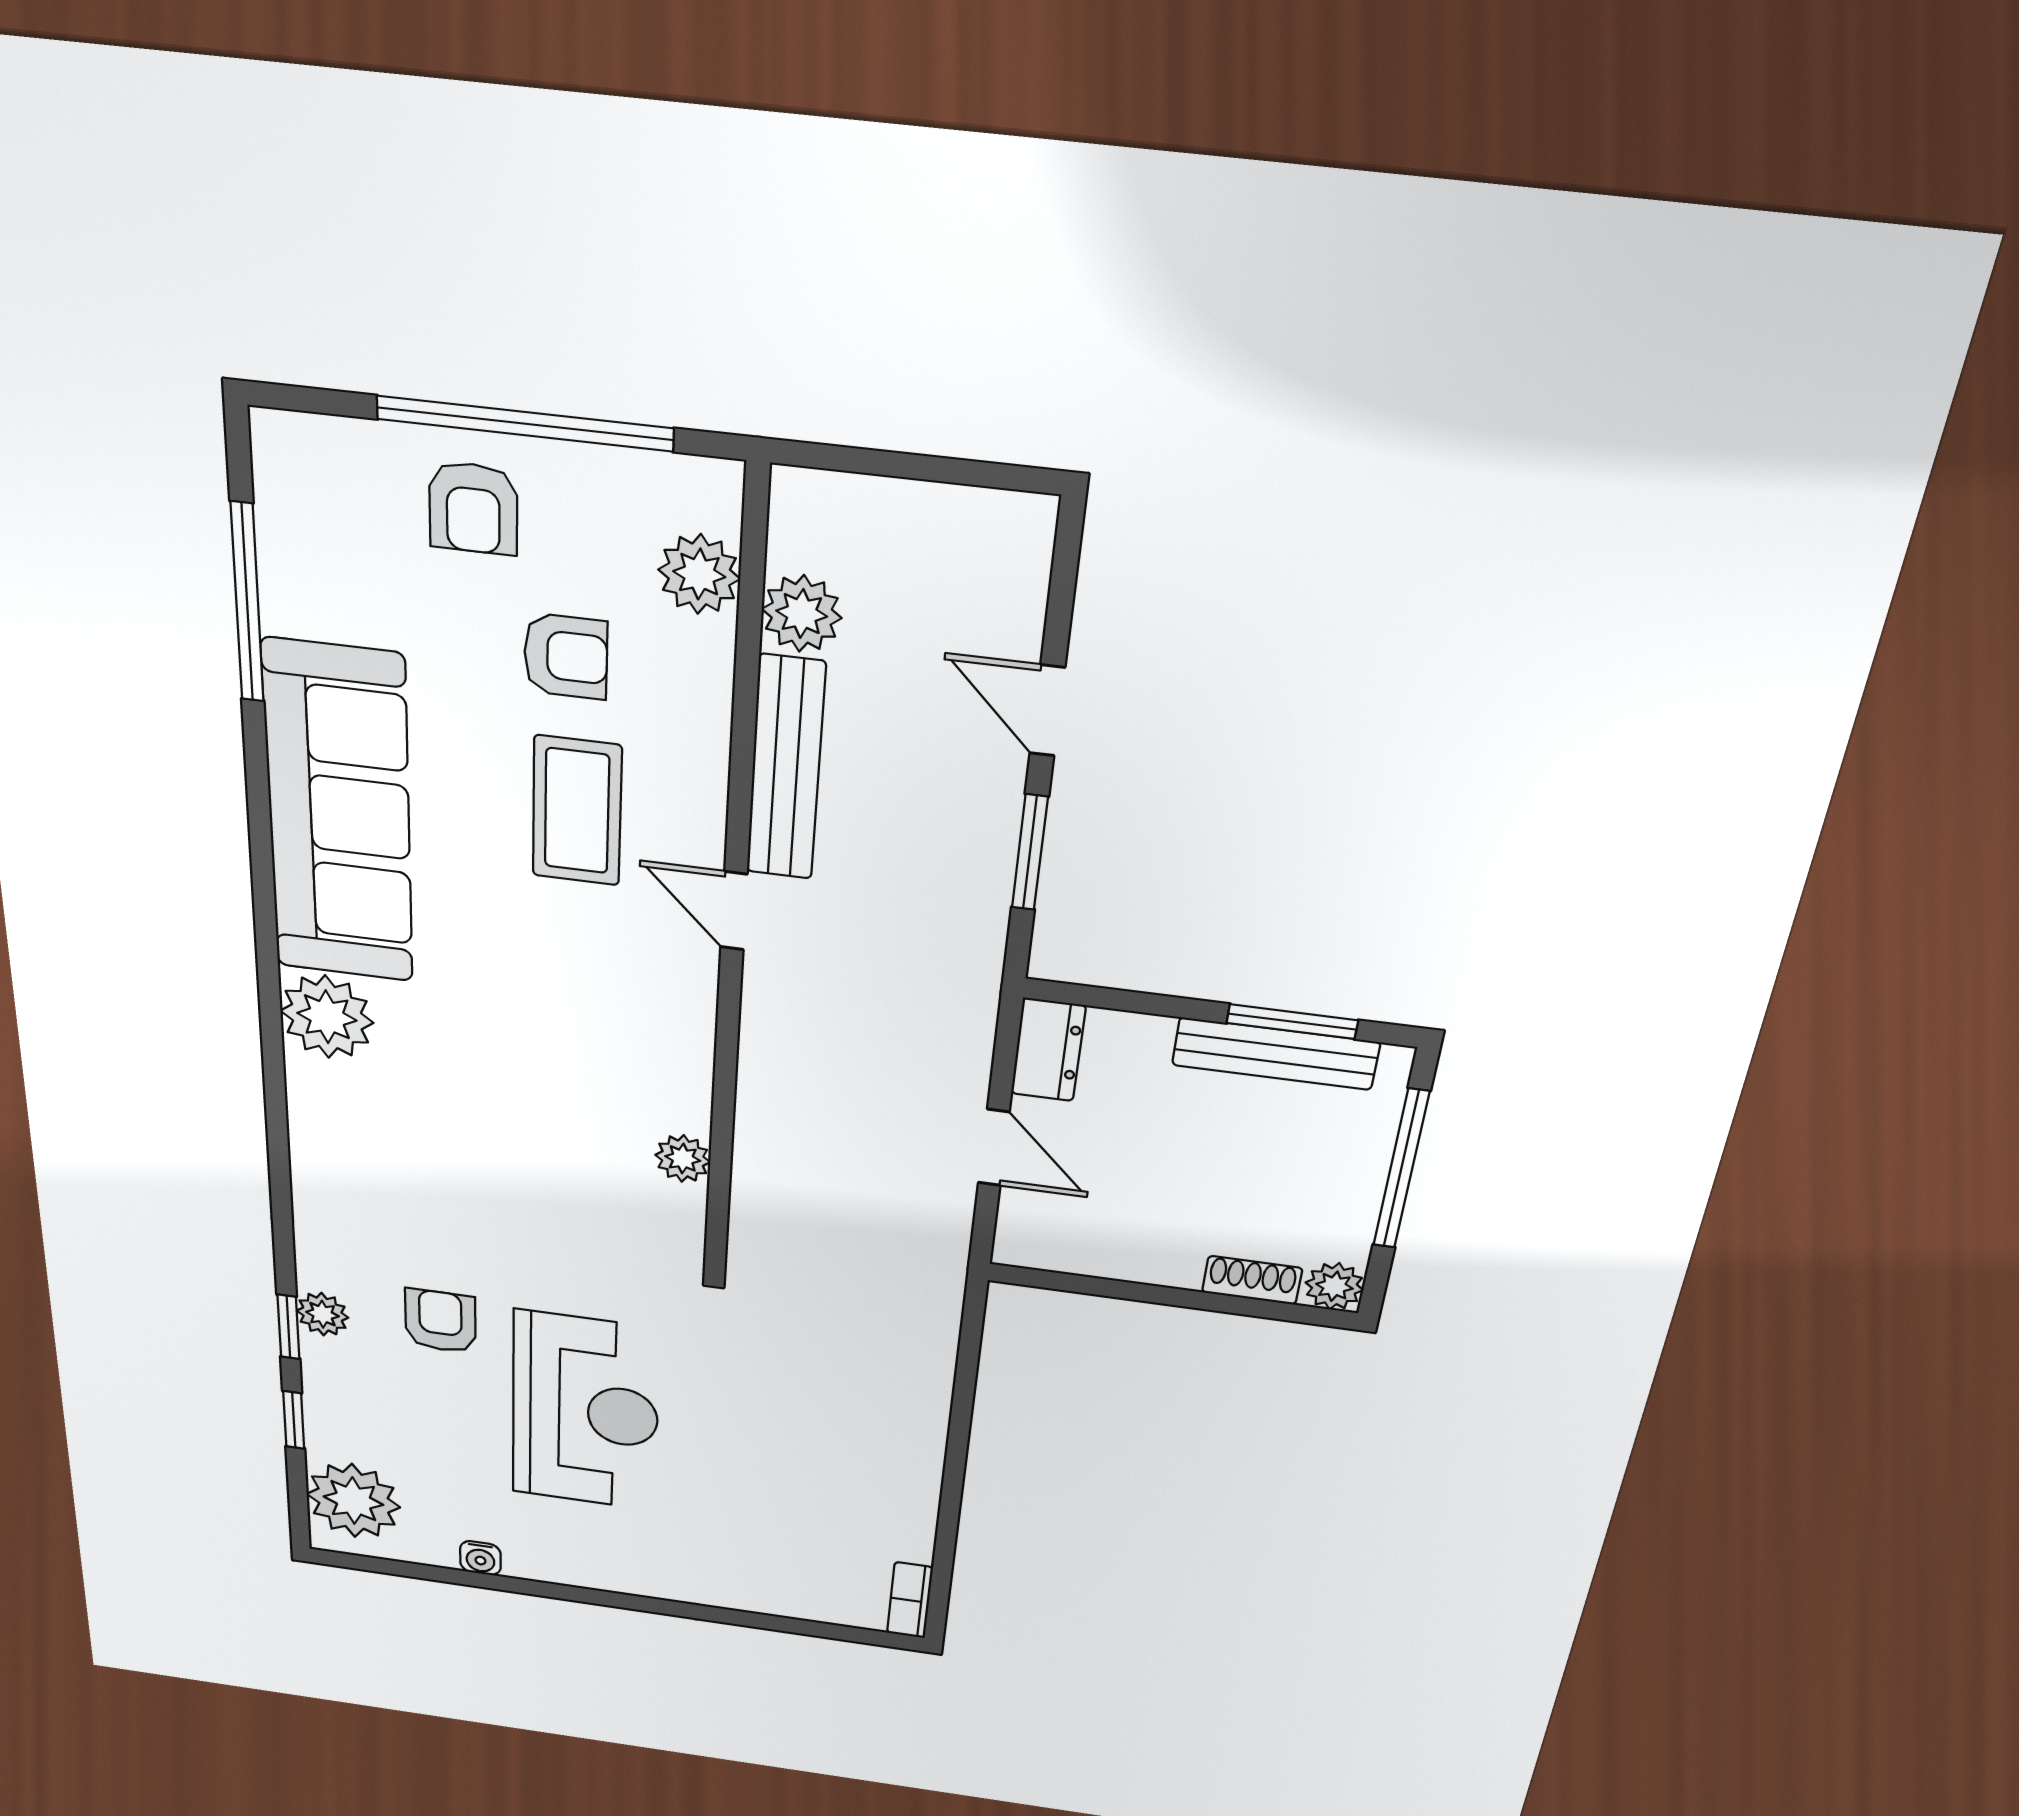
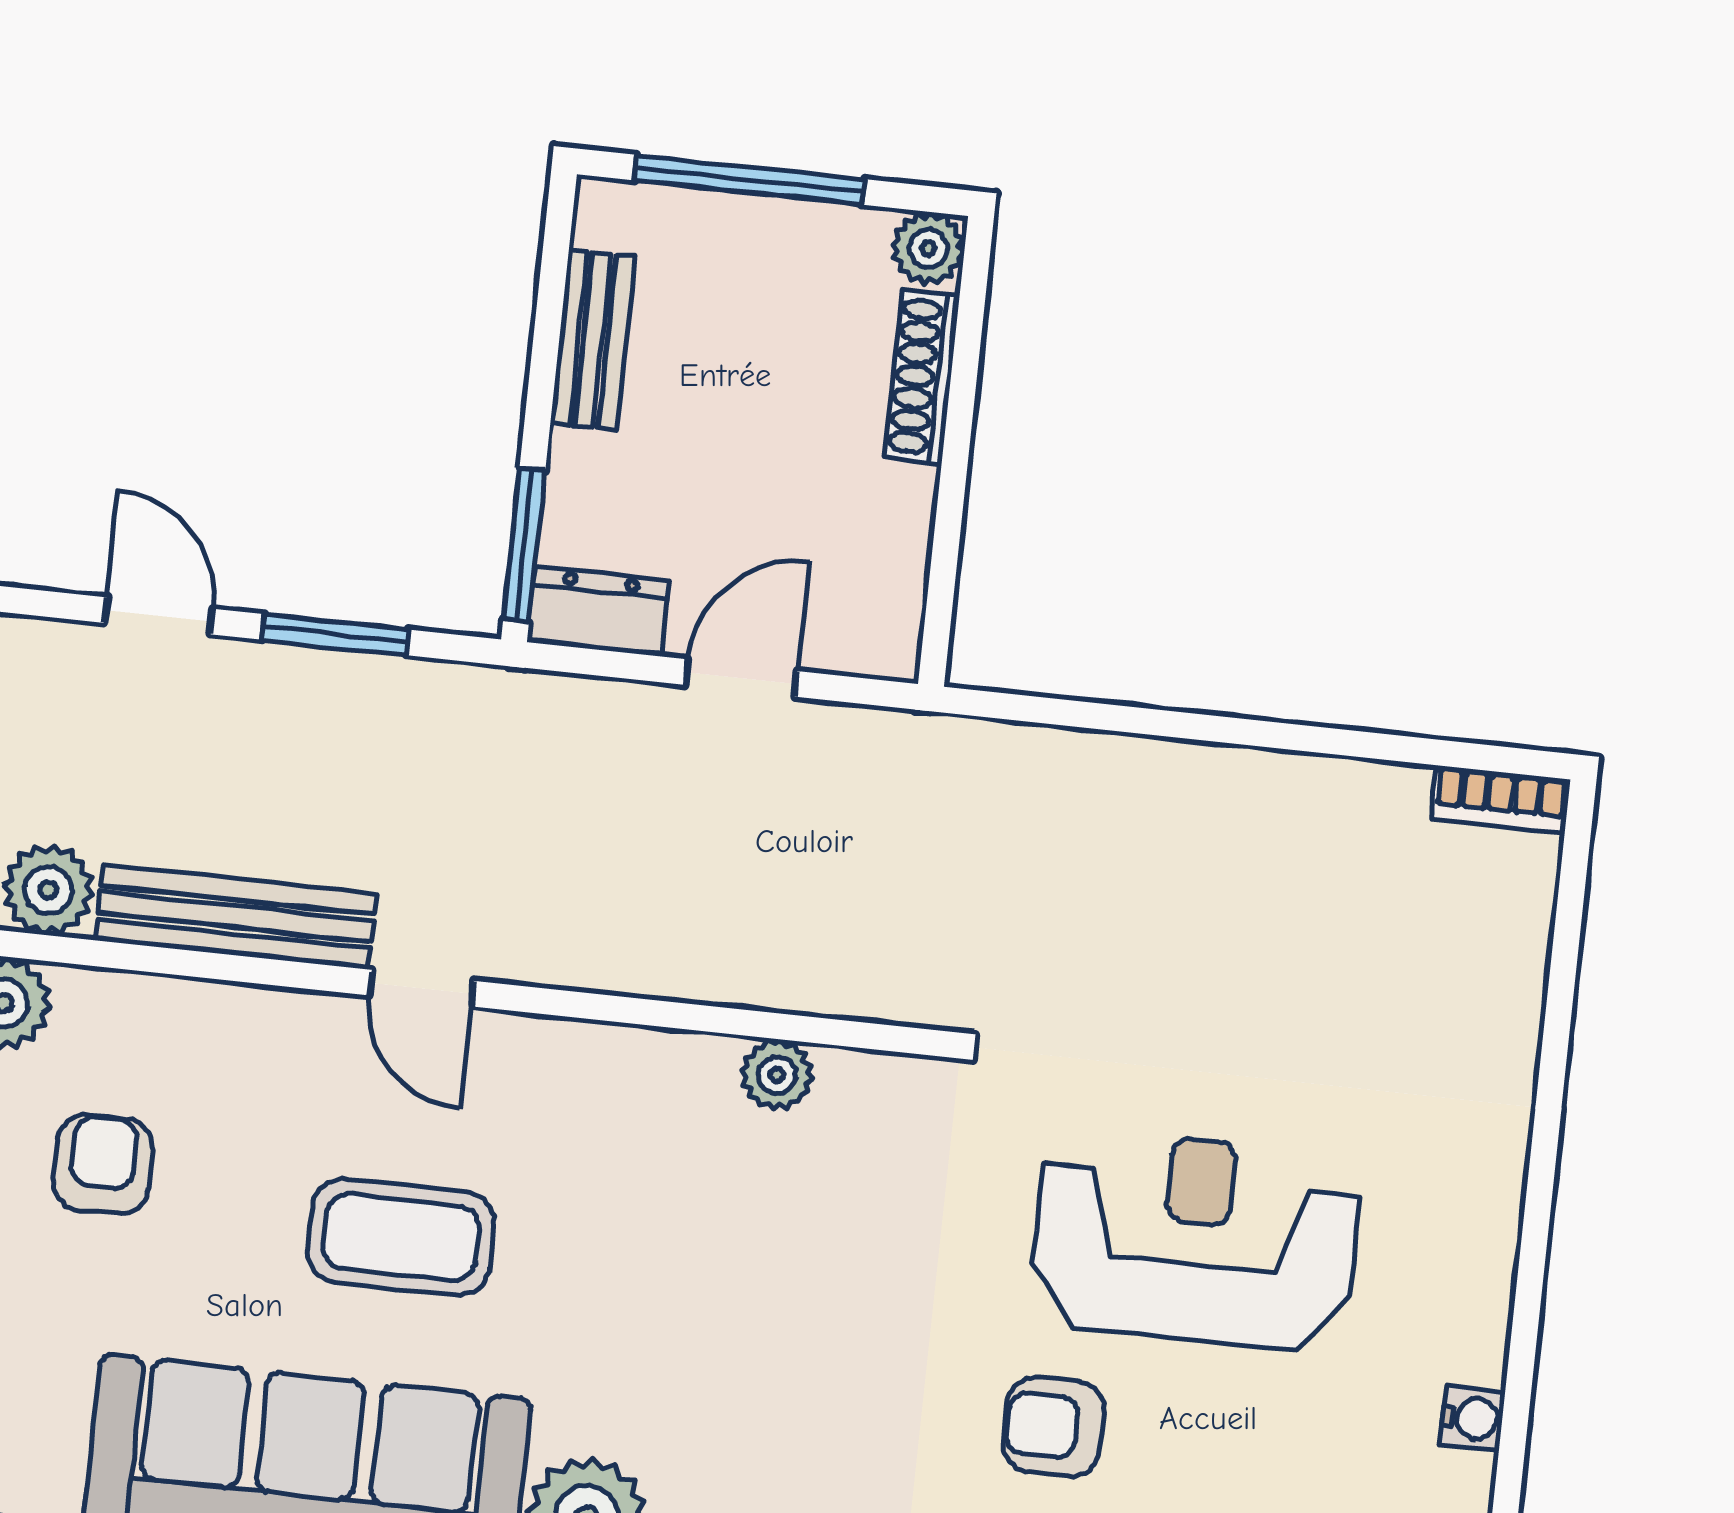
door: (1047, 710) -> (159, 616), swing flipped
coffee table: (577, 811) -> (401, 1237), moved
door: (734, 911) -> (421, 988), hinge flipped
window: (1292, 1022) -> (524, 545), moved
bench: (1276, 1054) -> (593, 340), width x0.73
shoe rack: (1252, 1280) -> (922, 377), width x1.43

